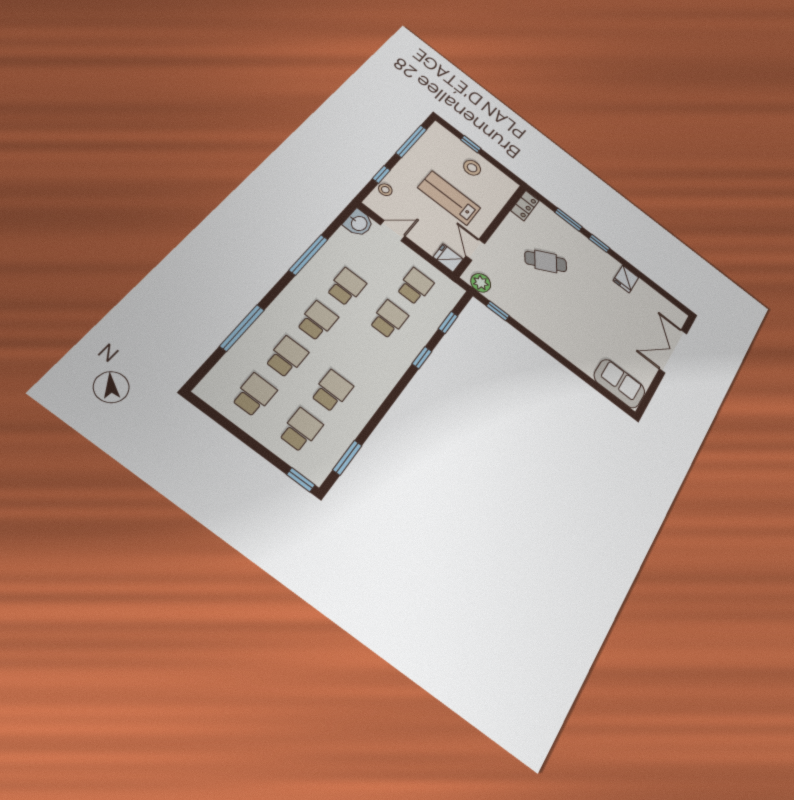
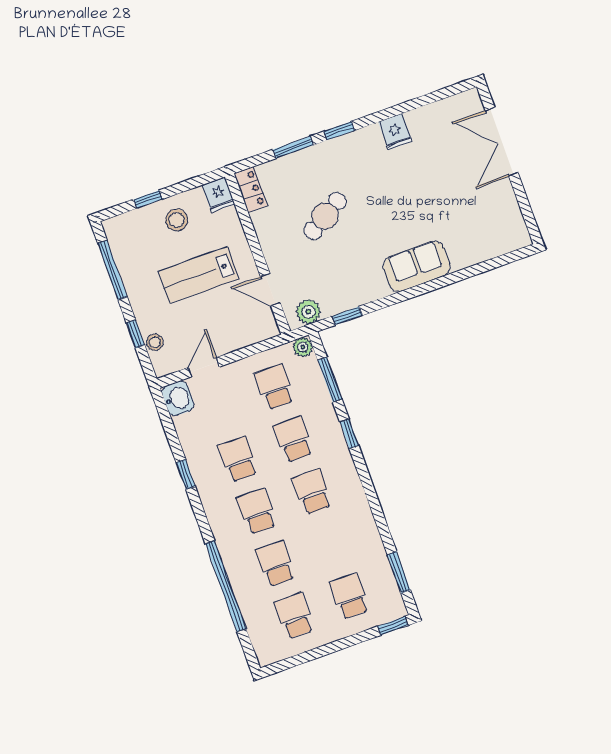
window: (308, 255) -> (186, 474), width x0.46
fridge: (448, 258) -> (218, 195), moved, turned -90
plant: (456, 292) -> (303, 347), added
window: (448, 322) -> (330, 380), width x1.50
window: (242, 328) -> (226, 586), width x1.46
sofa: (619, 384) -> (417, 266), moved
school desk: (332, 391) -> (312, 492), moved

